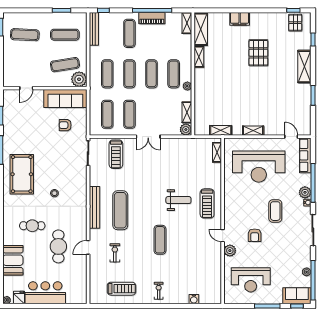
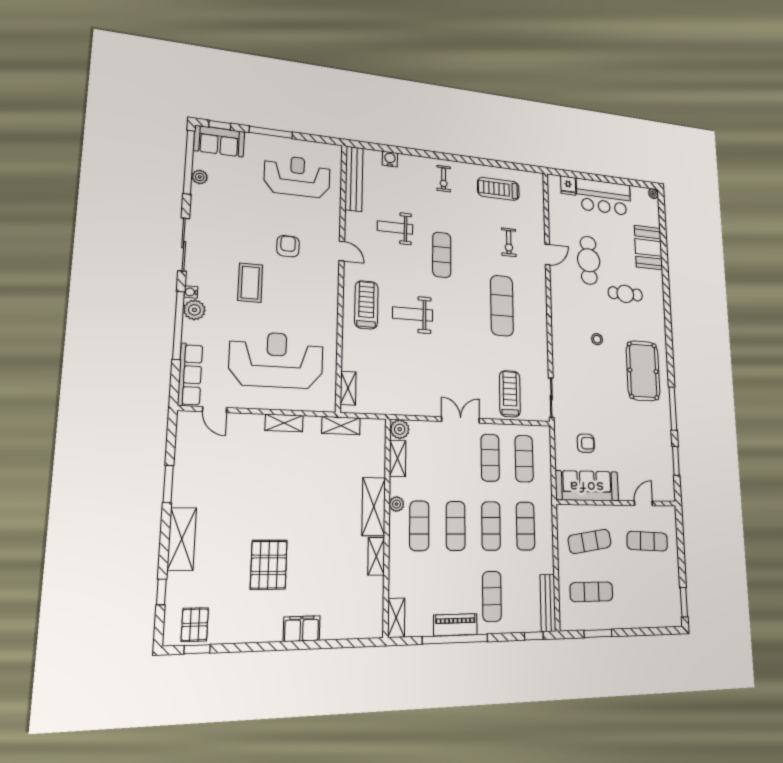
shelving: (201, 29) -> (374, 507), moved
exercise mat: (25, 35) -> (647, 541), moved
plant: (79, 79) -> (568, 517), removed
bench: (94, 207) -> (354, 179), moved
plant: (230, 251) -> (331, 226), removed
weight bench: (190, 254) -> (395, 228), added
fridge: (19, 298) -> (568, 185), moved

